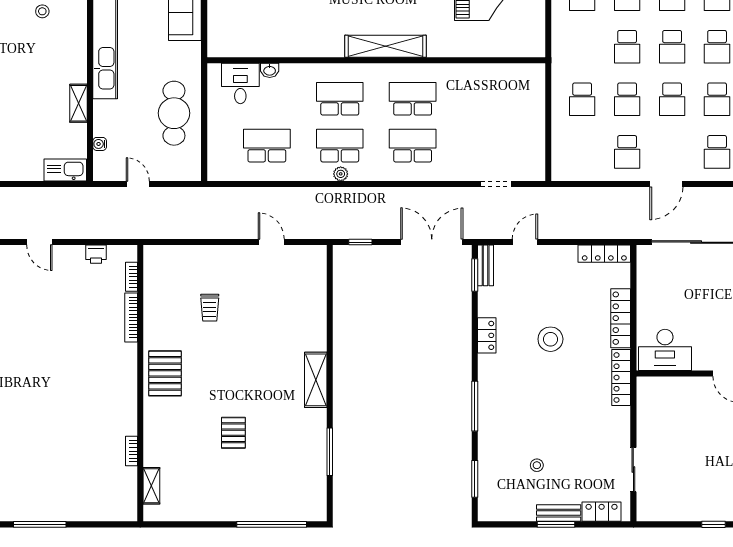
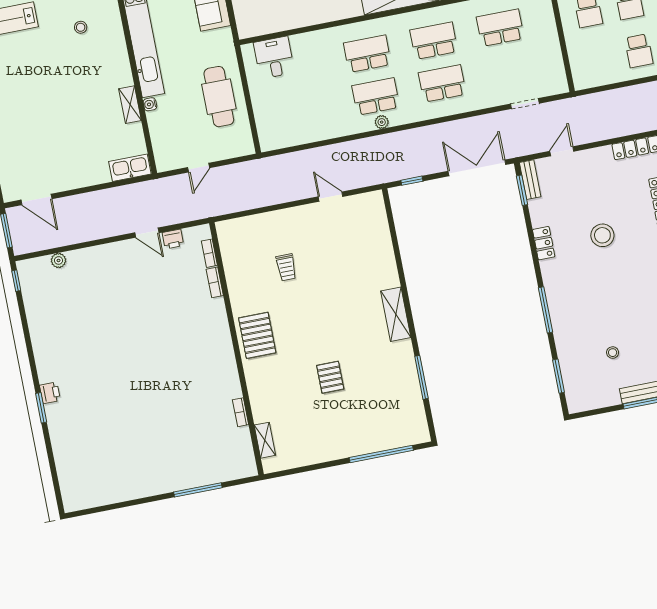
washbasin: (270, 70) -> (298, 40), removed
water cooler: (100, 144) -> (150, 104), moved
school desk: (267, 146) -> (500, 28), moved
door: (138, 184) -> (199, 168), swing flipped
door: (39, 242) -> (147, 233), moved
bookcase: (131, 317) -> (215, 282), width x0.64
window: (40, 524) -> (198, 490), moved

